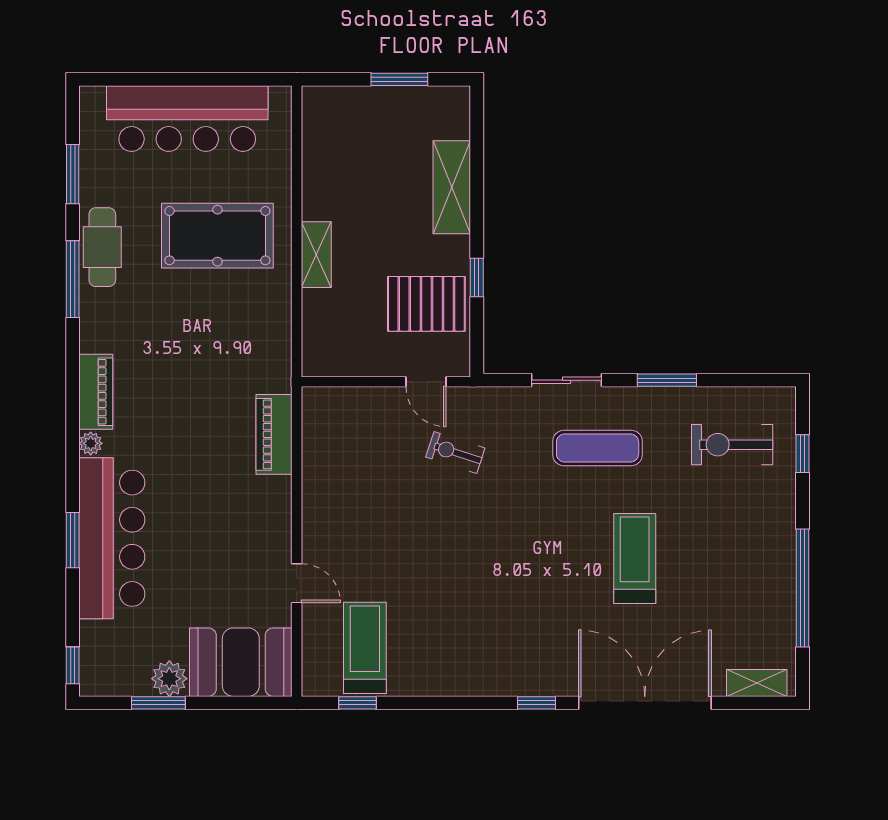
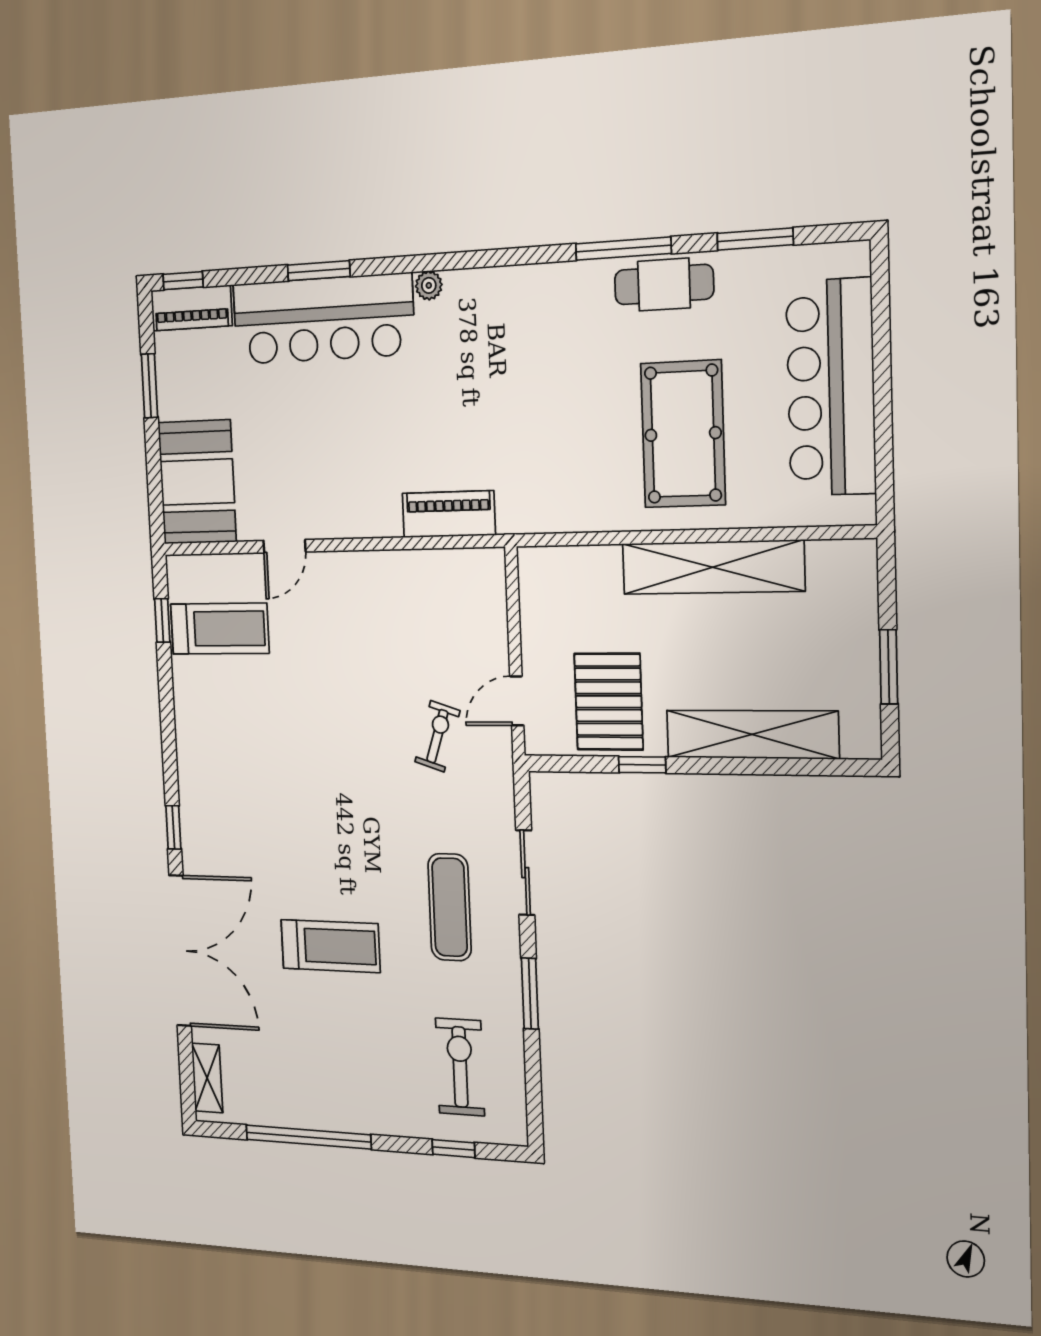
shelving: (452, 187) -> (752, 734), width x1.47
shelving: (316, 255) -> (713, 567), width x2.20, depth x1.33
piano: (96, 392) -> (191, 308), moved
plant: (169, 679) -> (175, 398), removed

